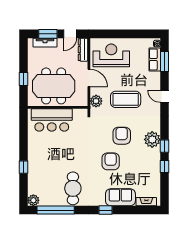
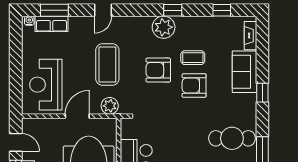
dresser: (83, 50) -> (38, 124), removed
coffee table: (131, 160) -> (193, 58), added
window: (164, 166) -> (222, 10), moved

